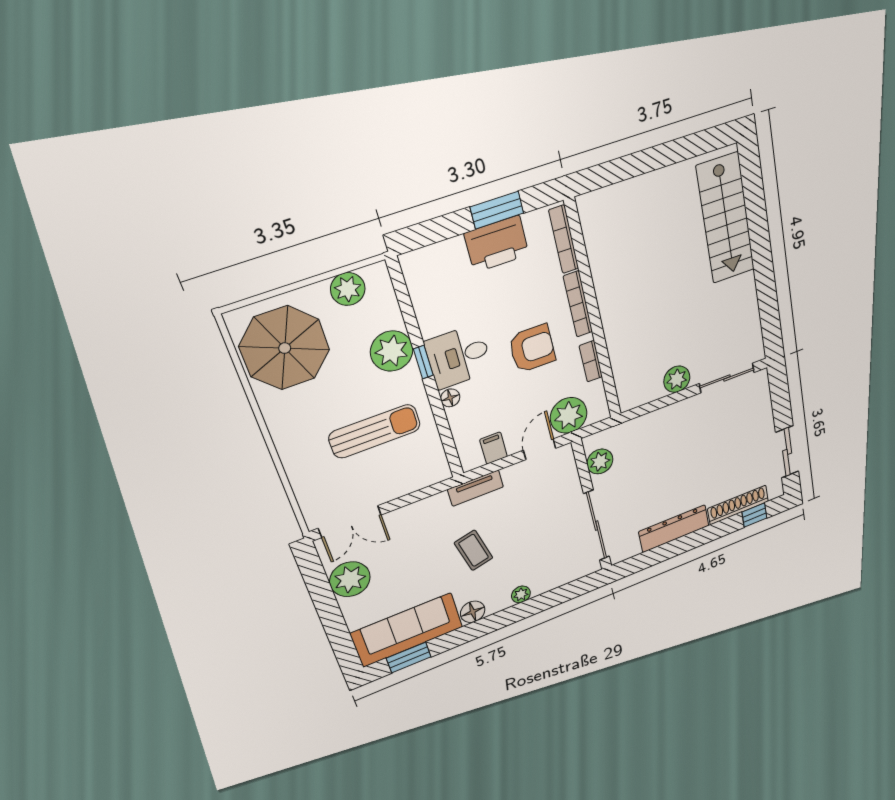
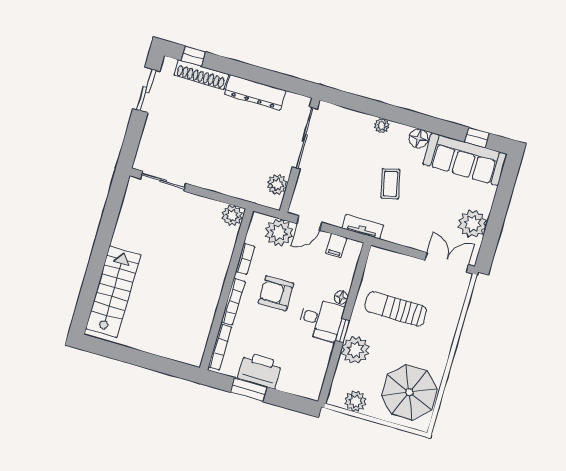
plant: (677, 379) -> (232, 216), moved
window: (409, 658) -> (477, 138), width x0.67

